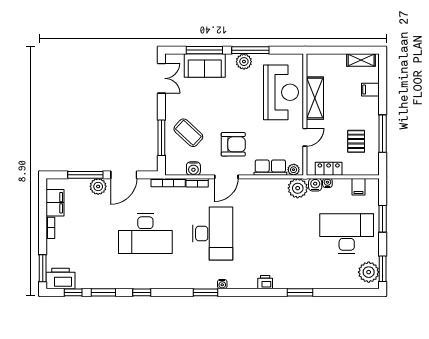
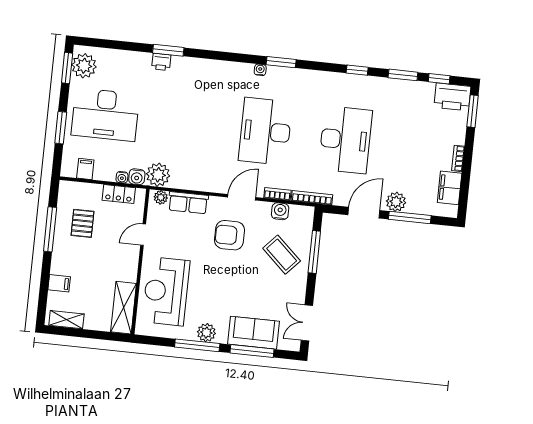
shelving: (315, 98) -> (124, 308), moved
desk: (145, 234) -> (345, 140), turned 90
printer: (265, 282) -> (161, 62), moved

